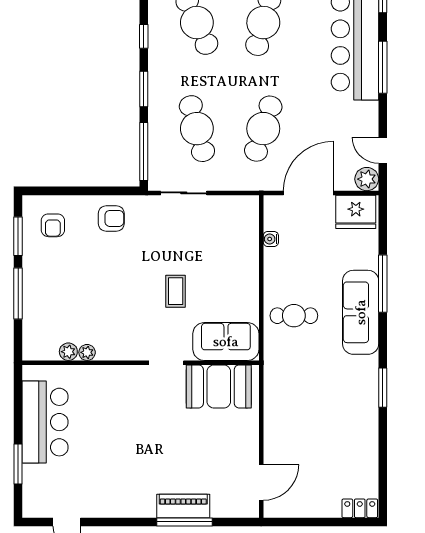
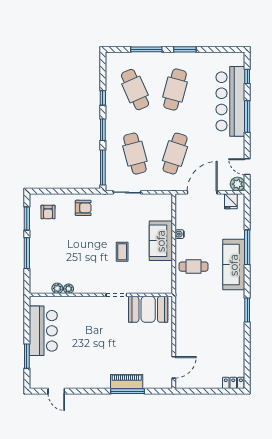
fridge: (356, 212) -> (231, 201), width x0.53, depth x0.75
water cooler: (271, 239) -> (180, 234), moved
sofa: (226, 342) -> (161, 241), moved, turned -90

